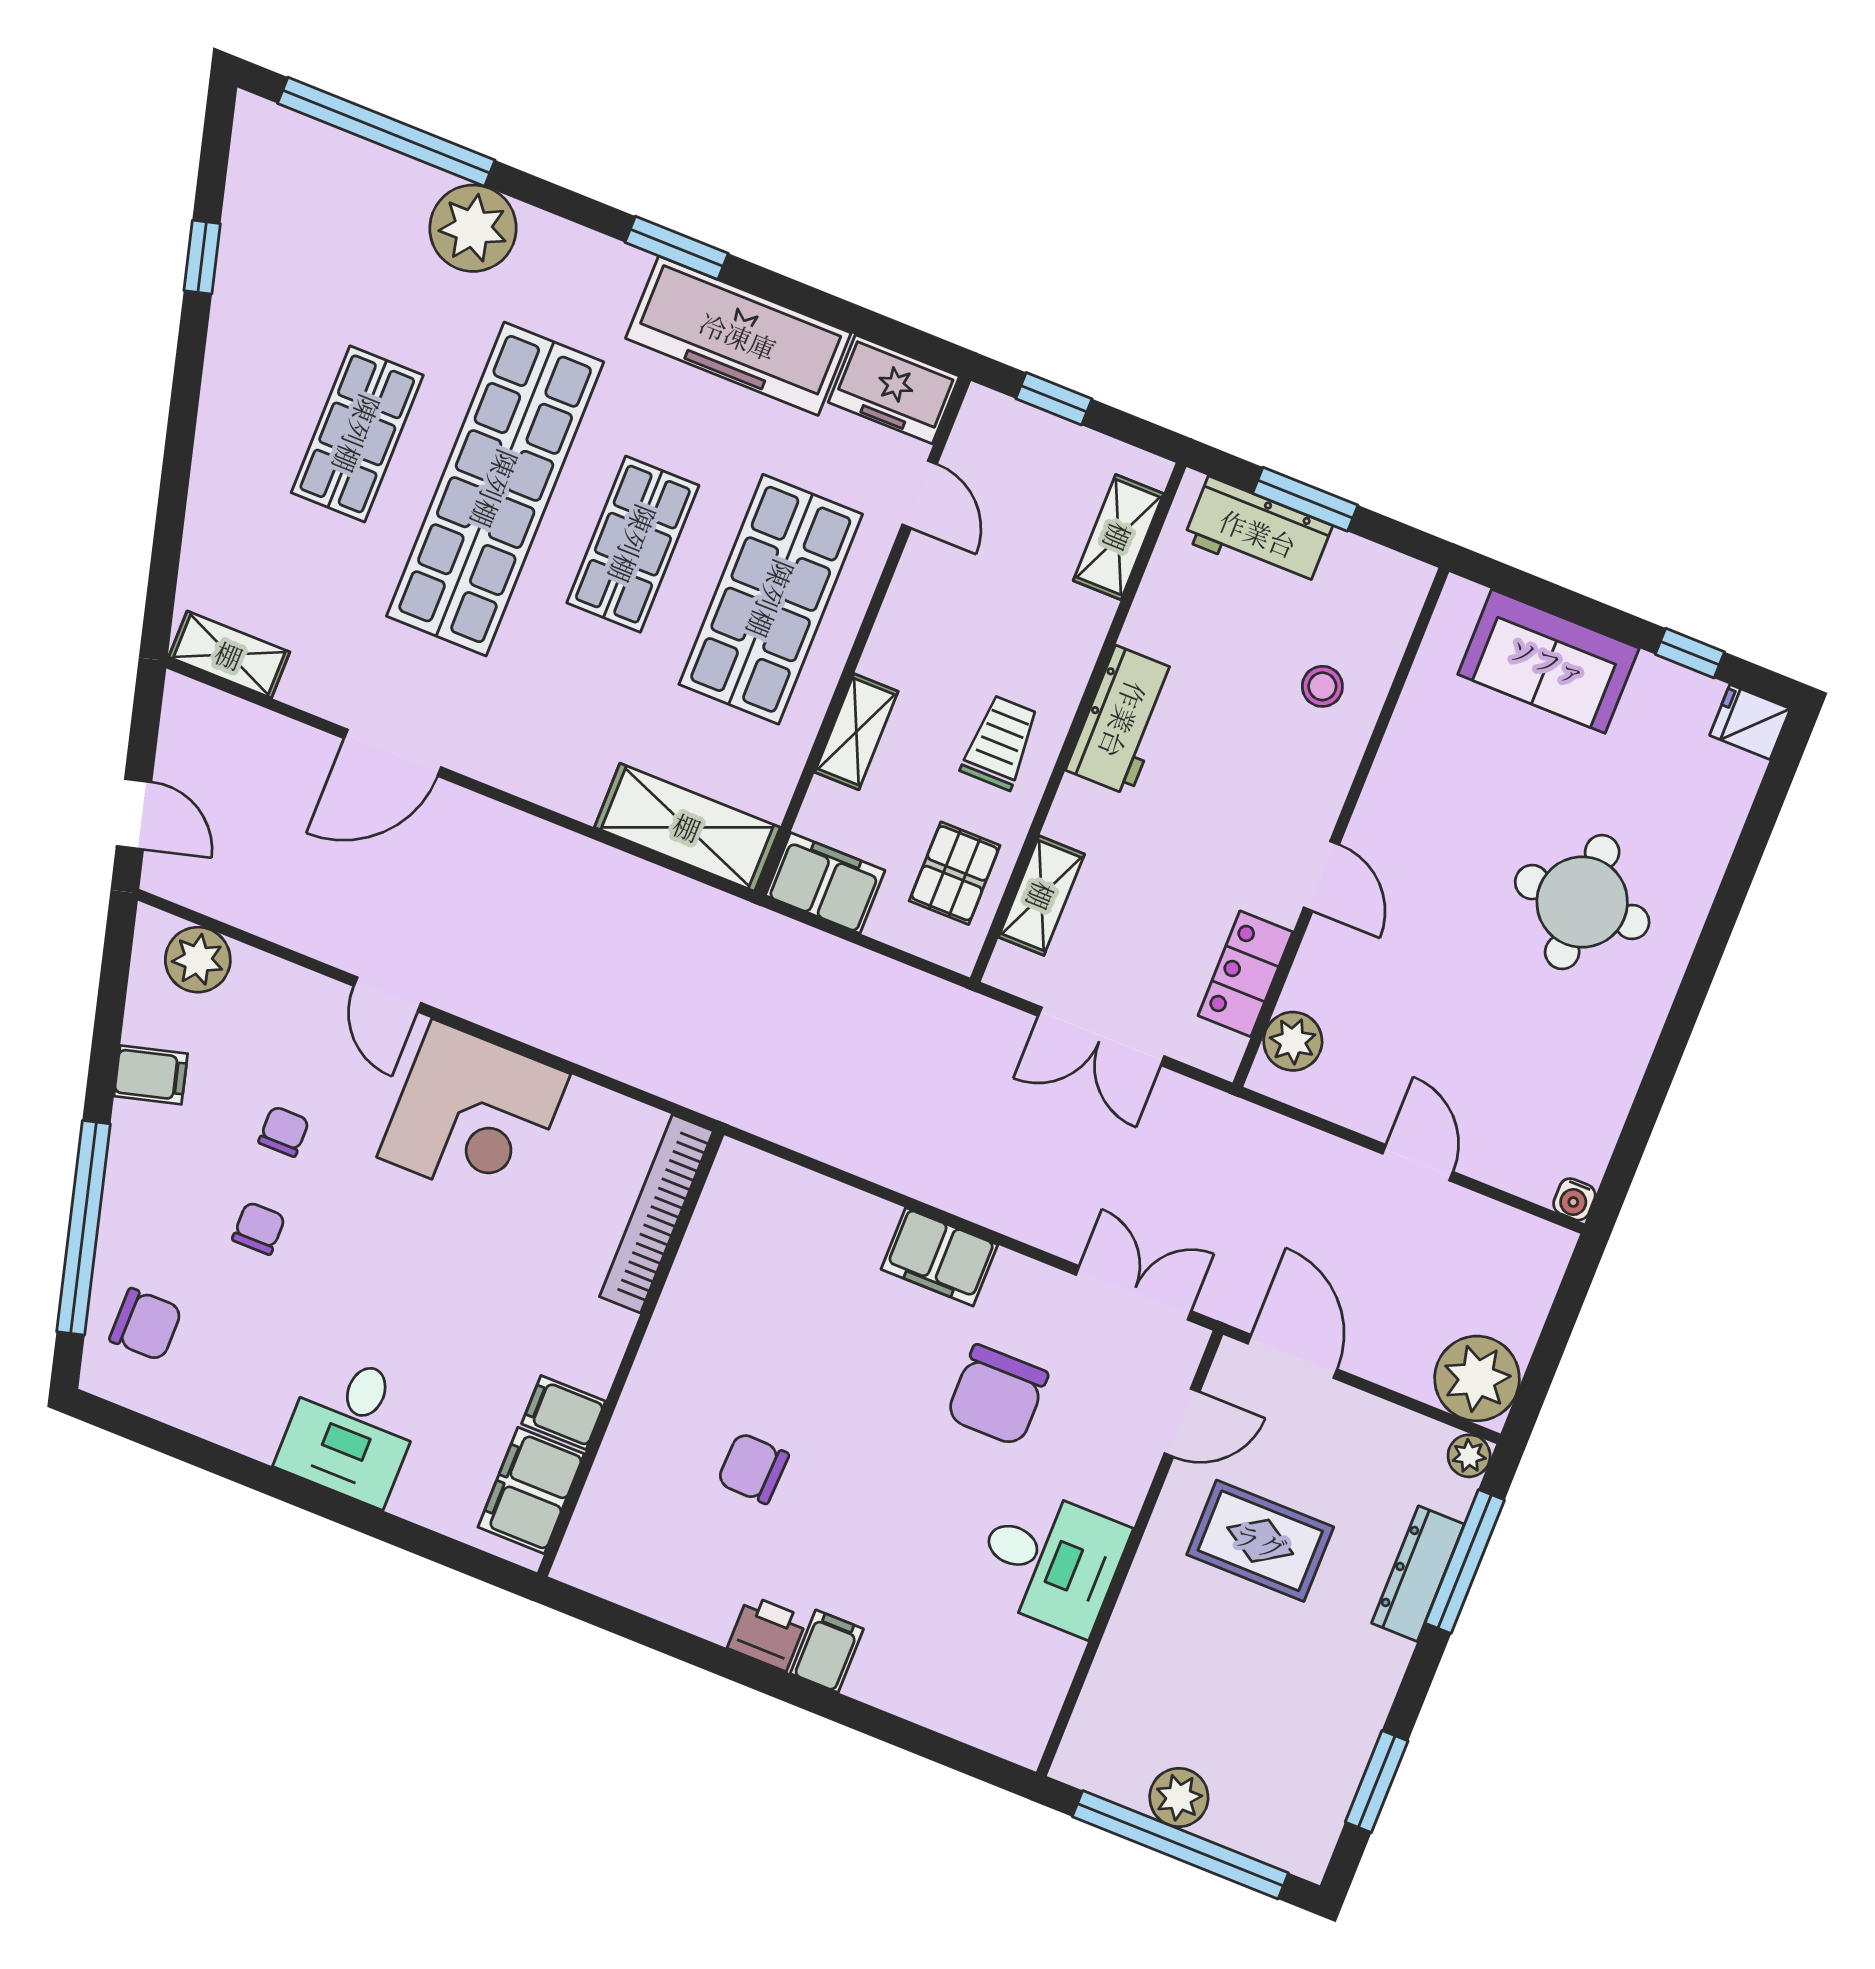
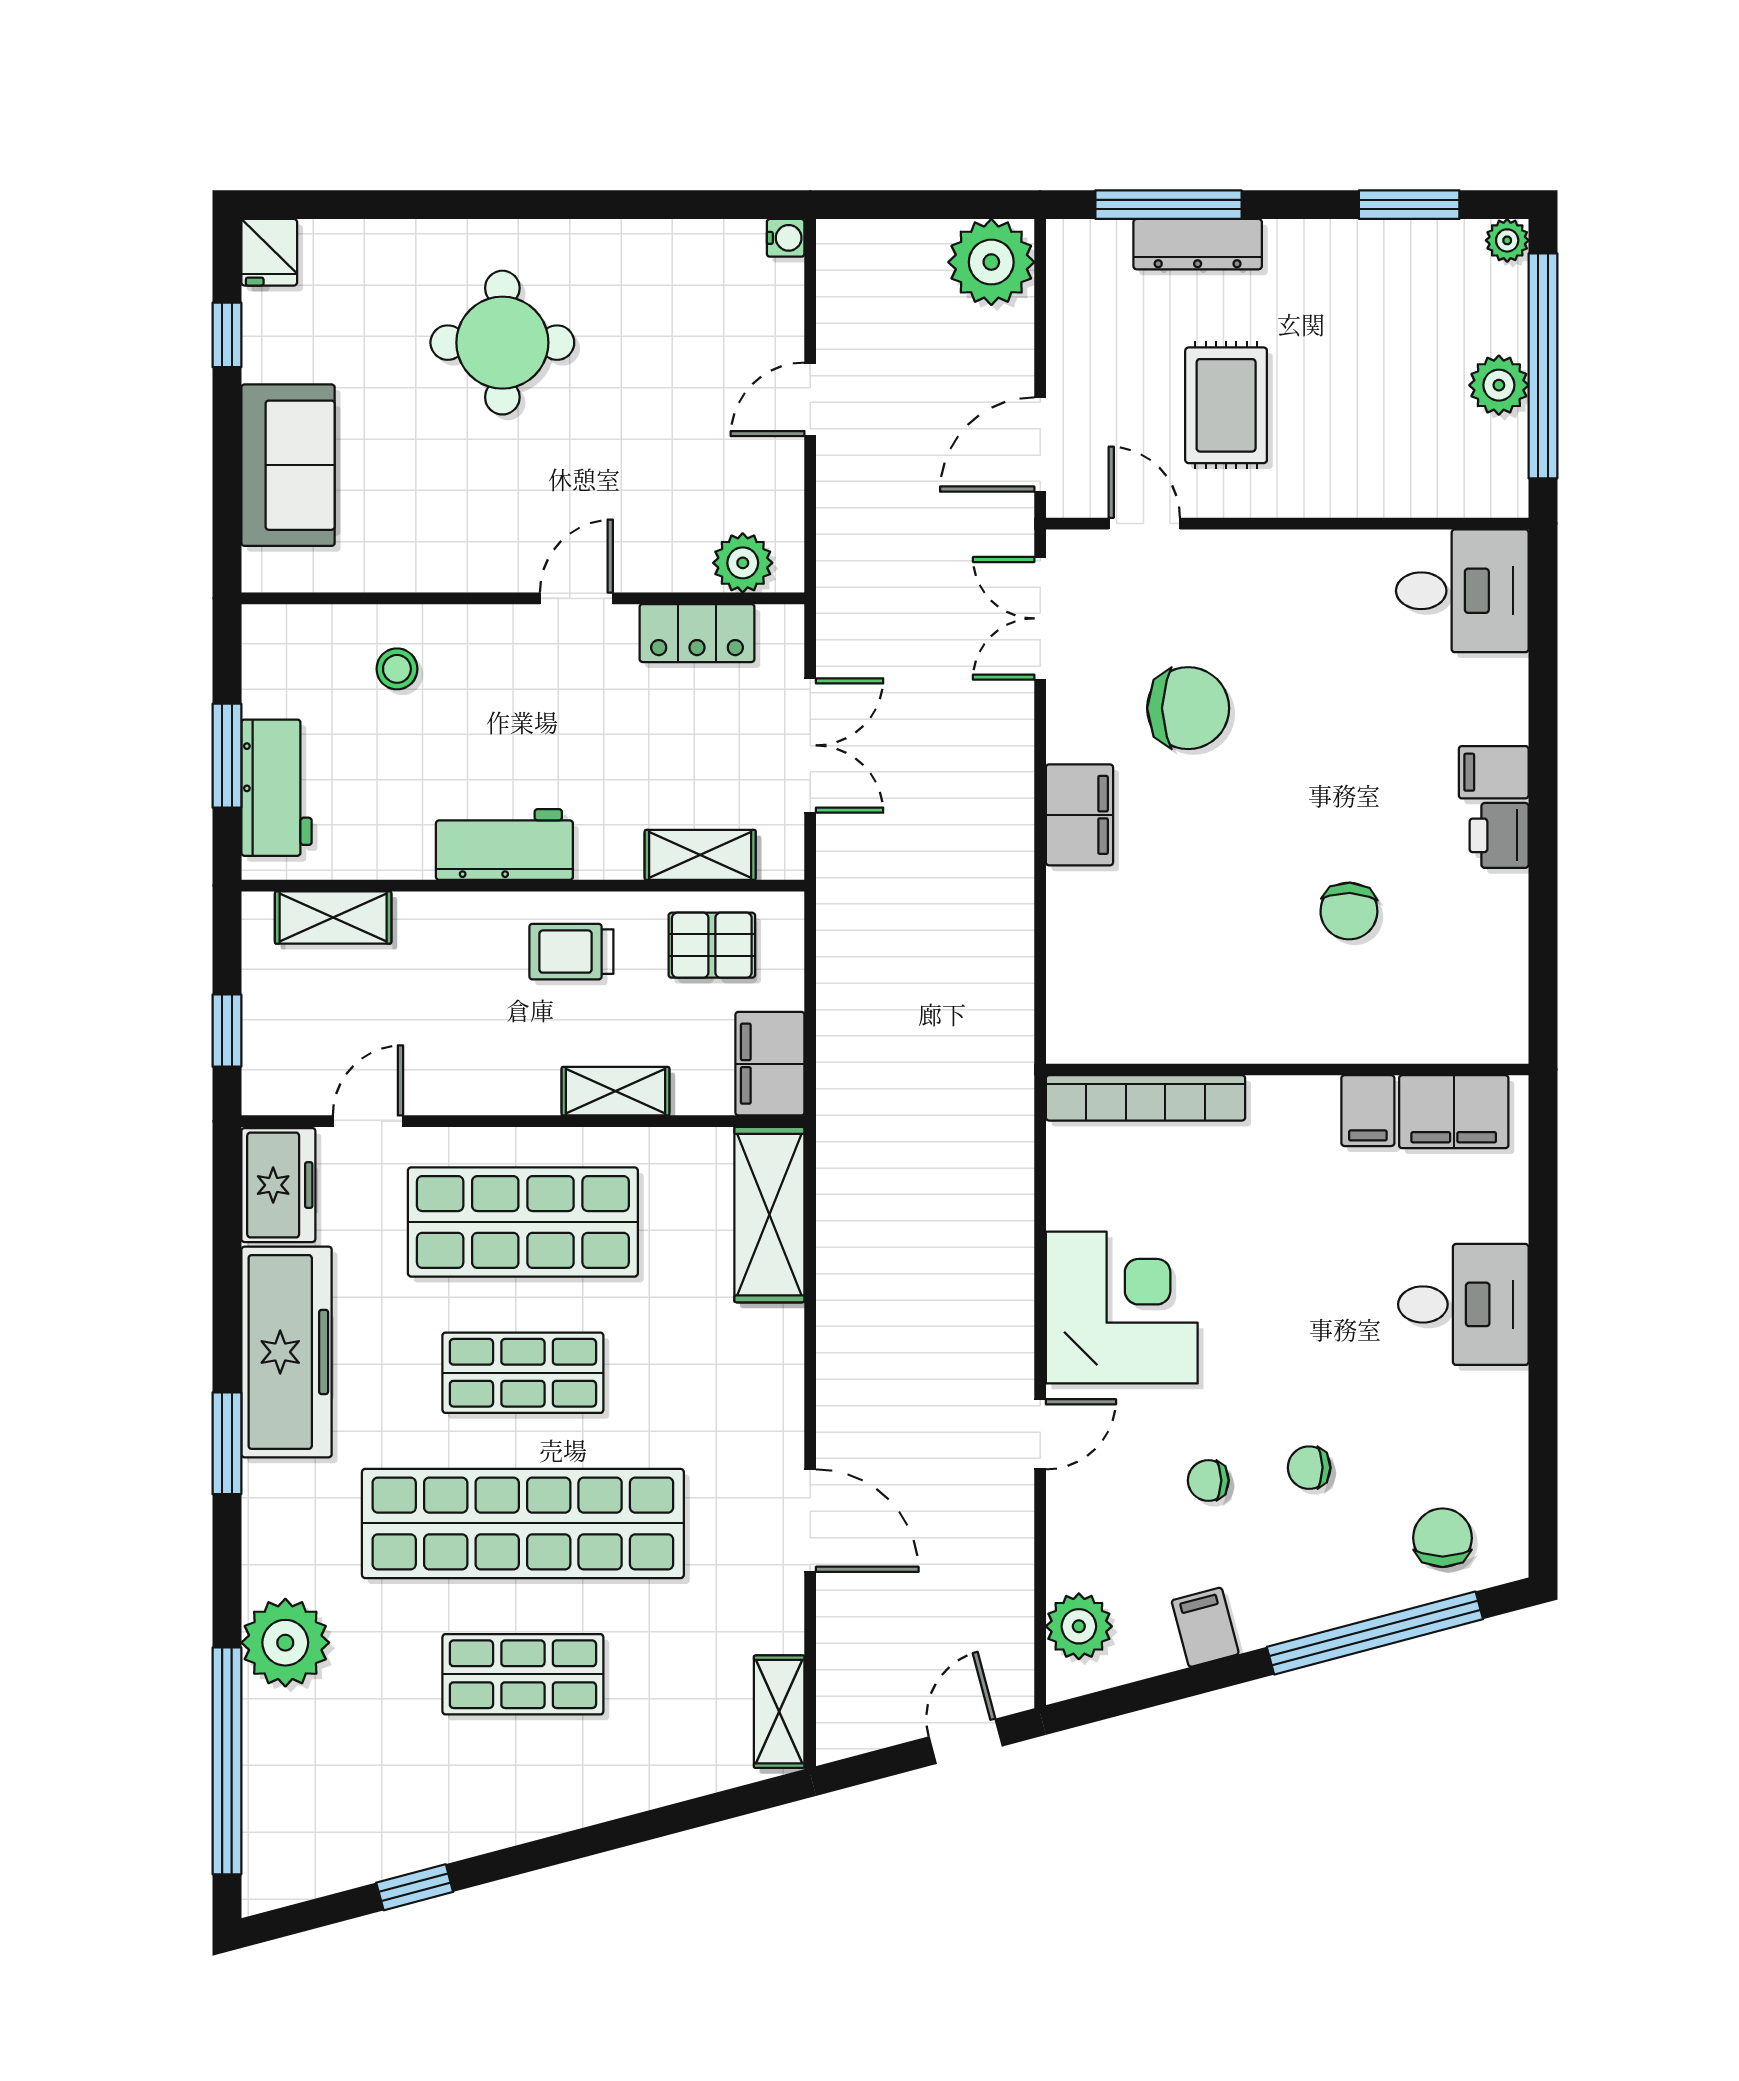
plant: (1469, 1456) -> (1507, 240), moved
desk: (1051, 1560) -> (1462, 591), moved, turned 90

